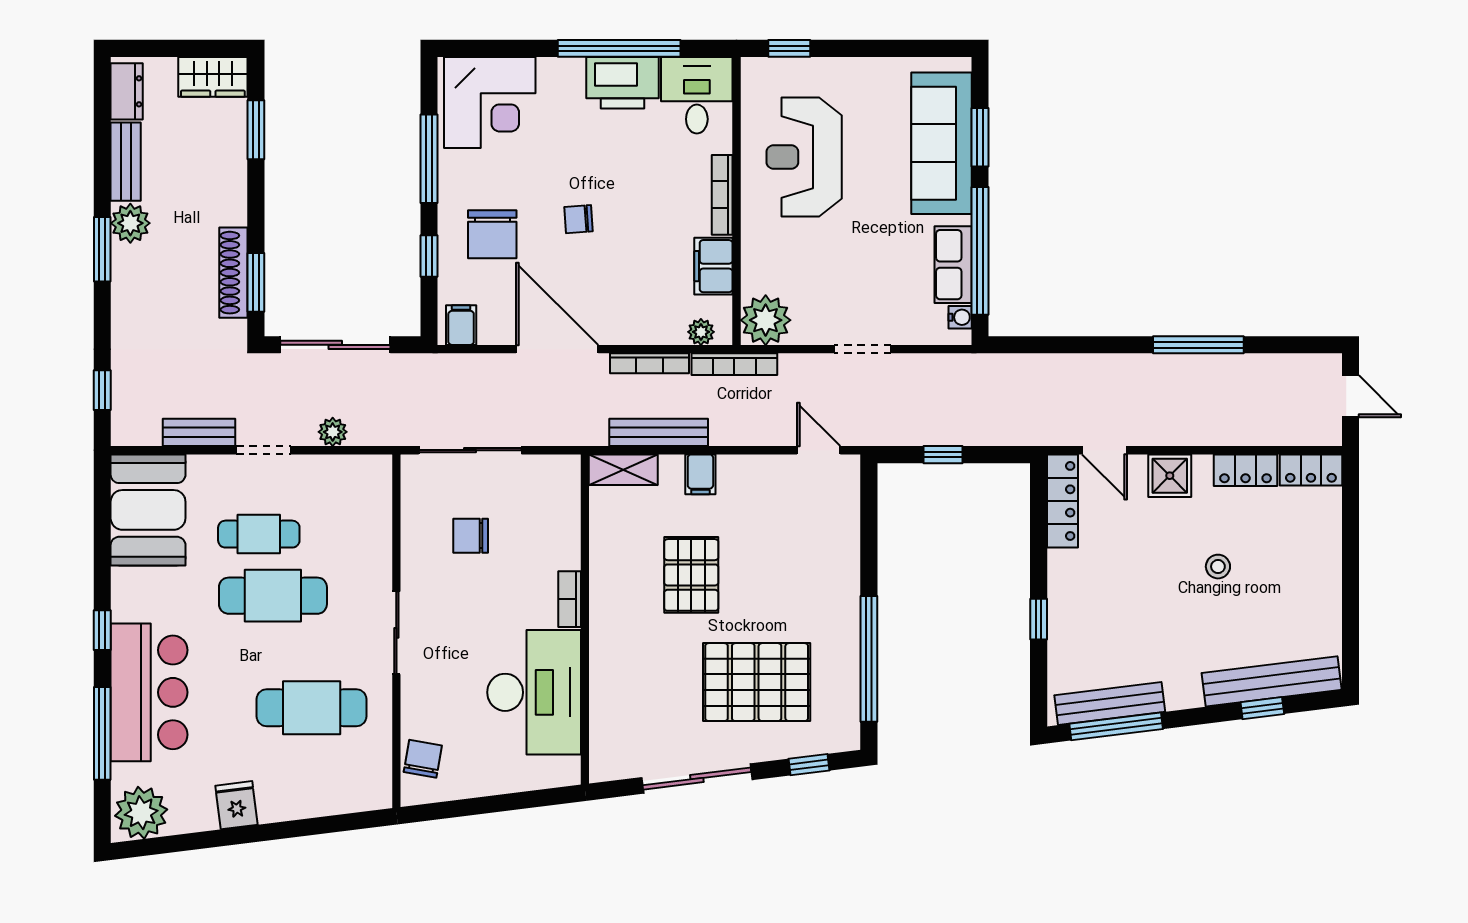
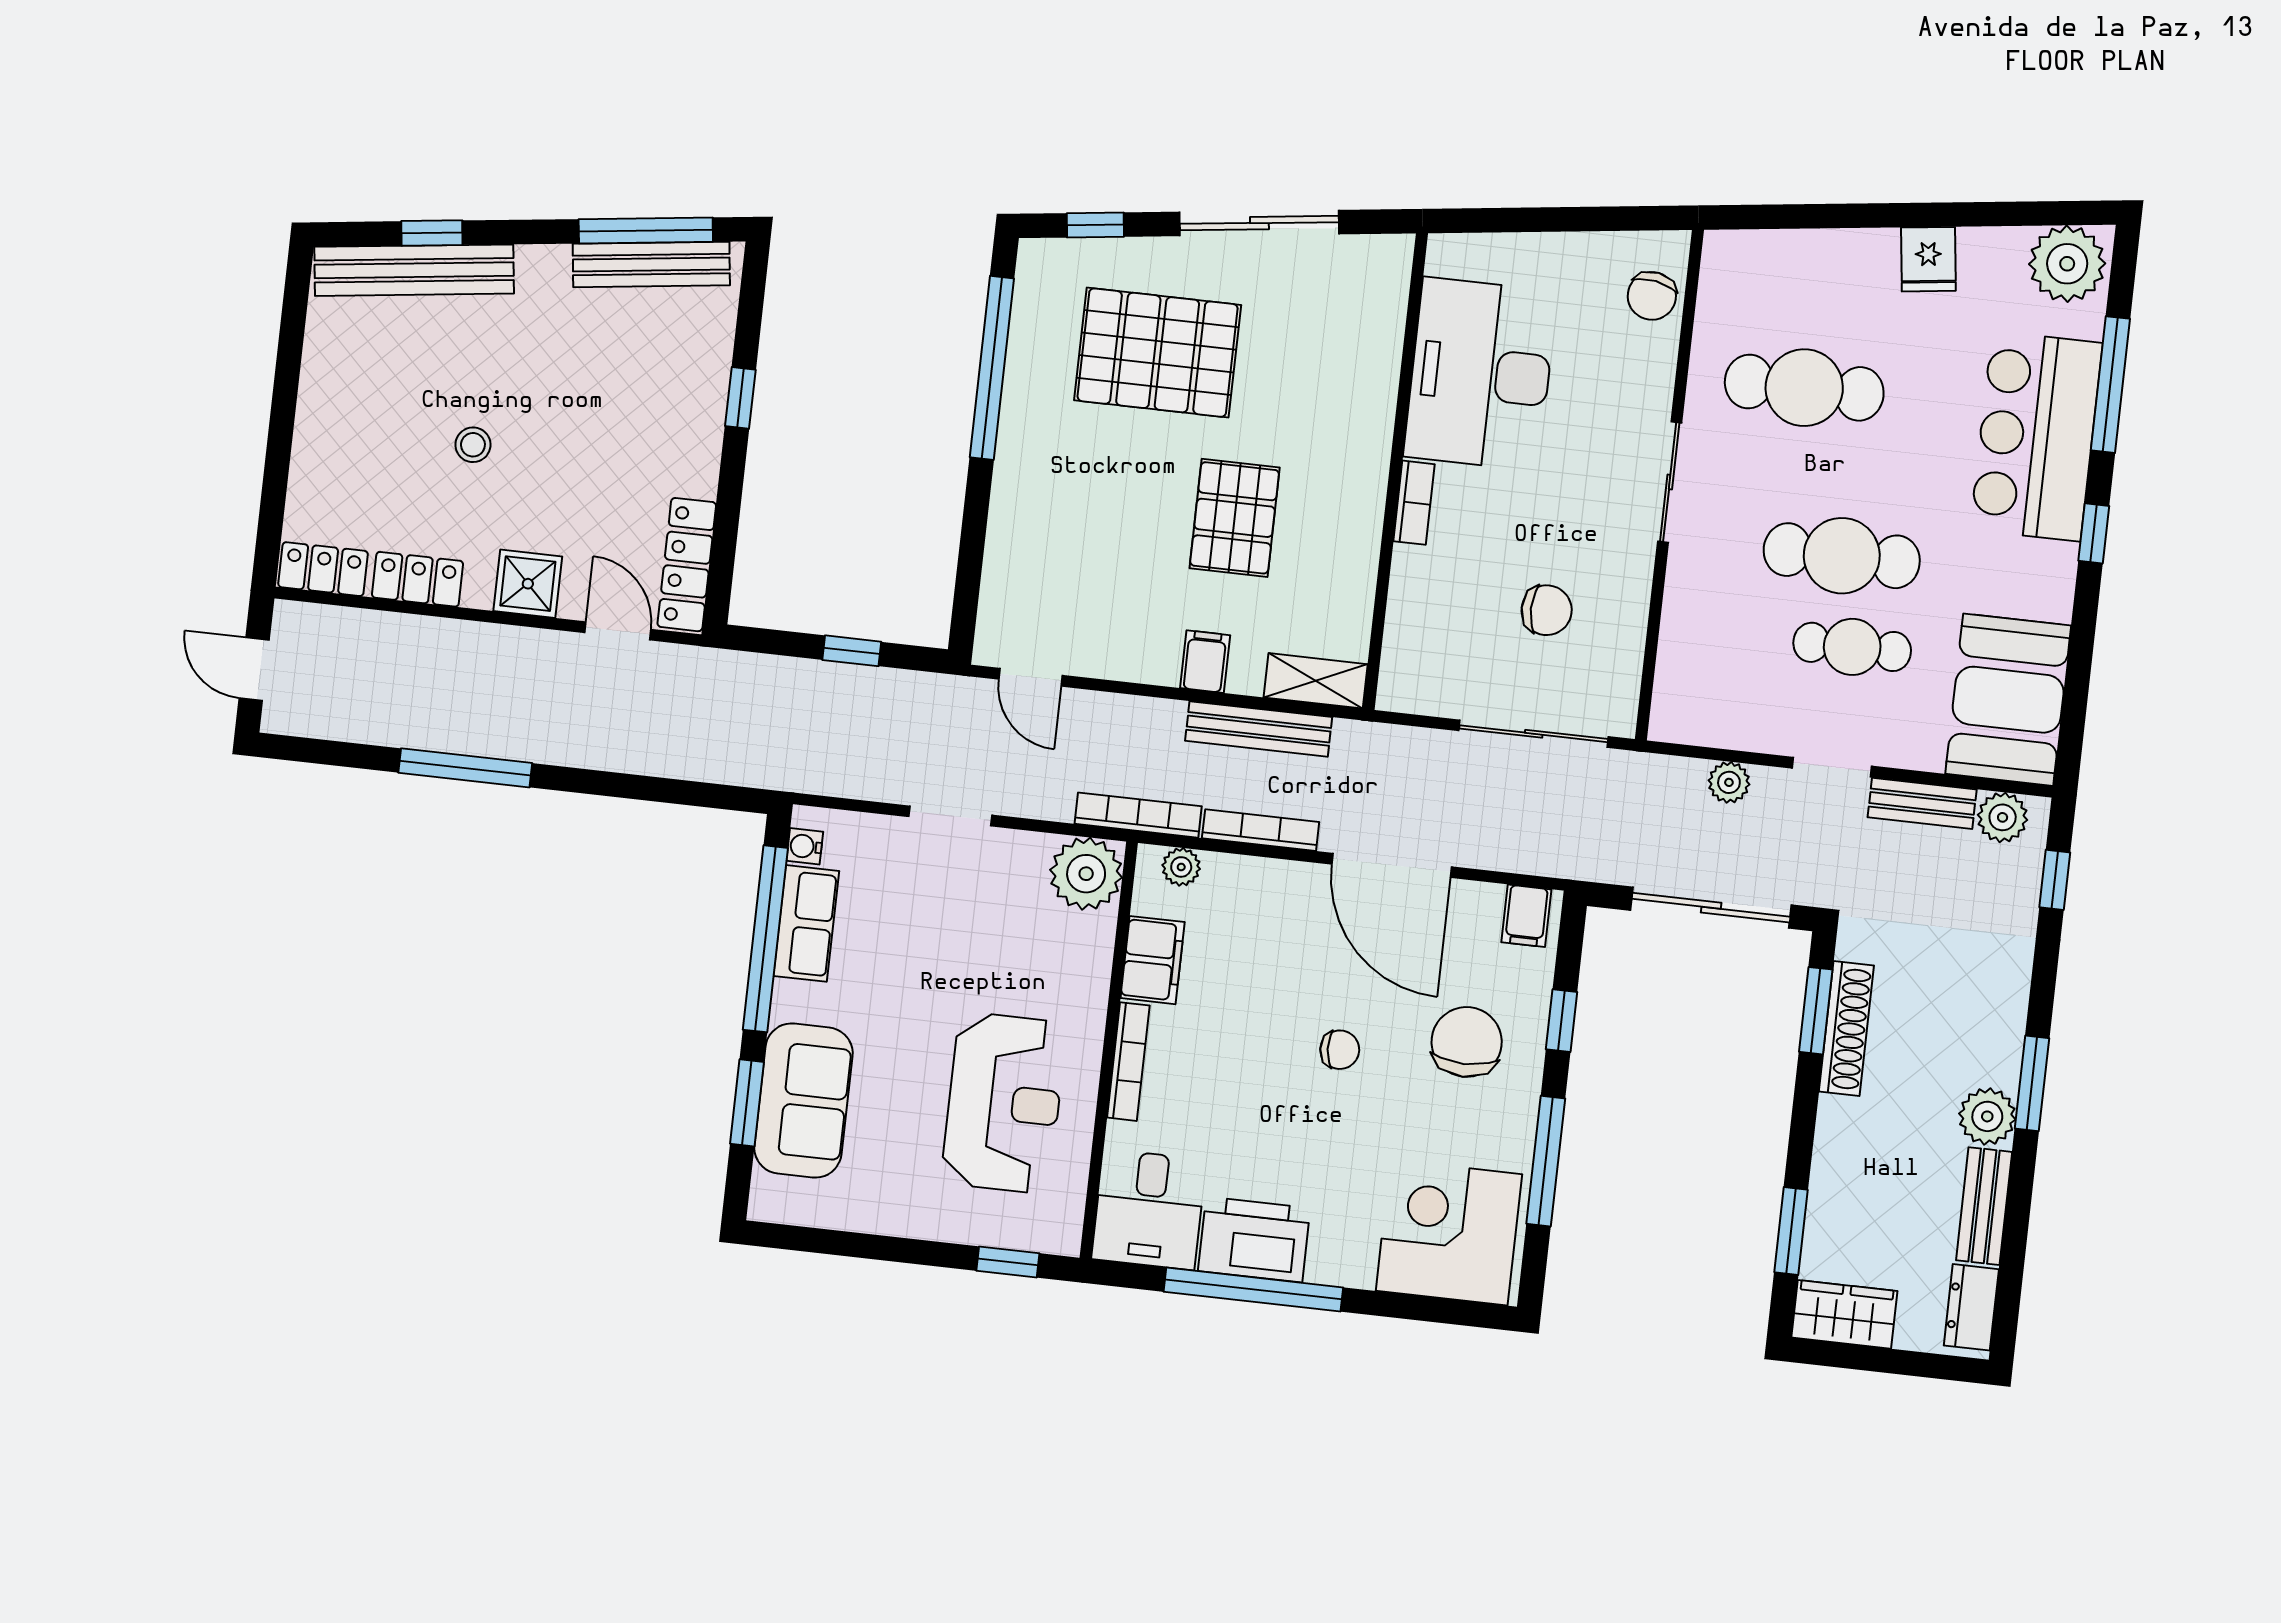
sofa: (941, 143) -> (803, 1101), width x0.73
plant: (143, 429) -> (2003, 817), added

